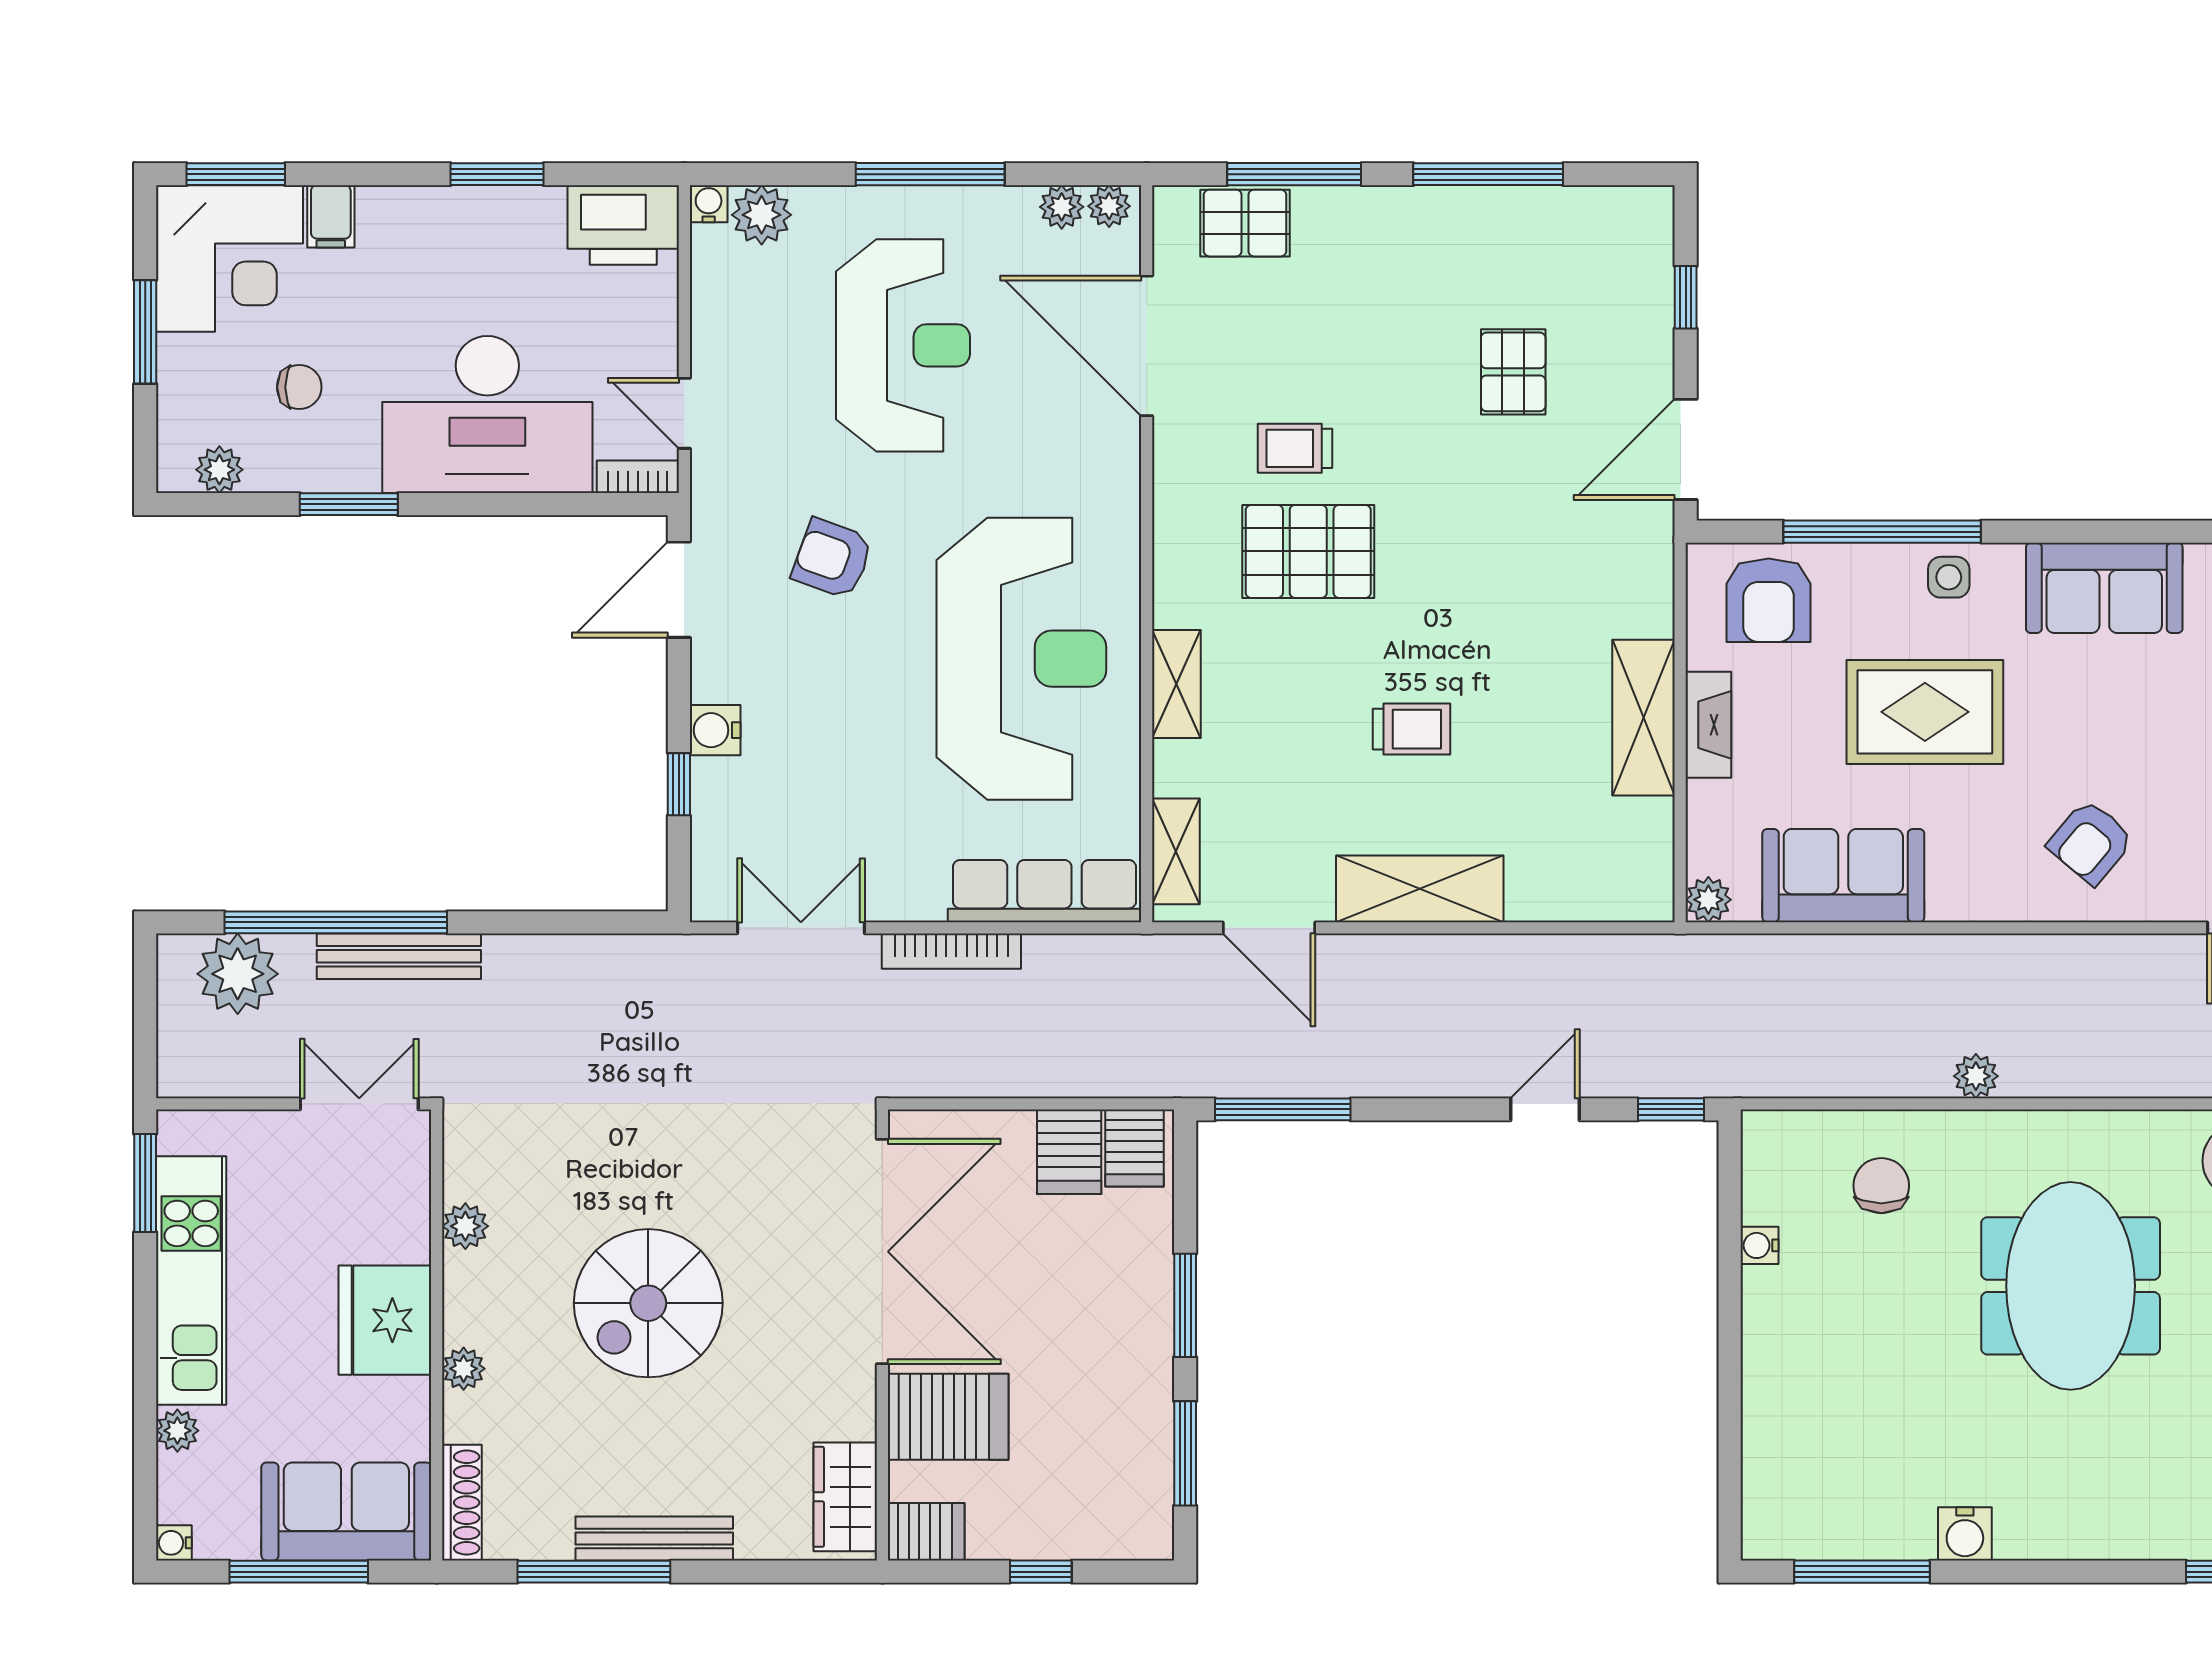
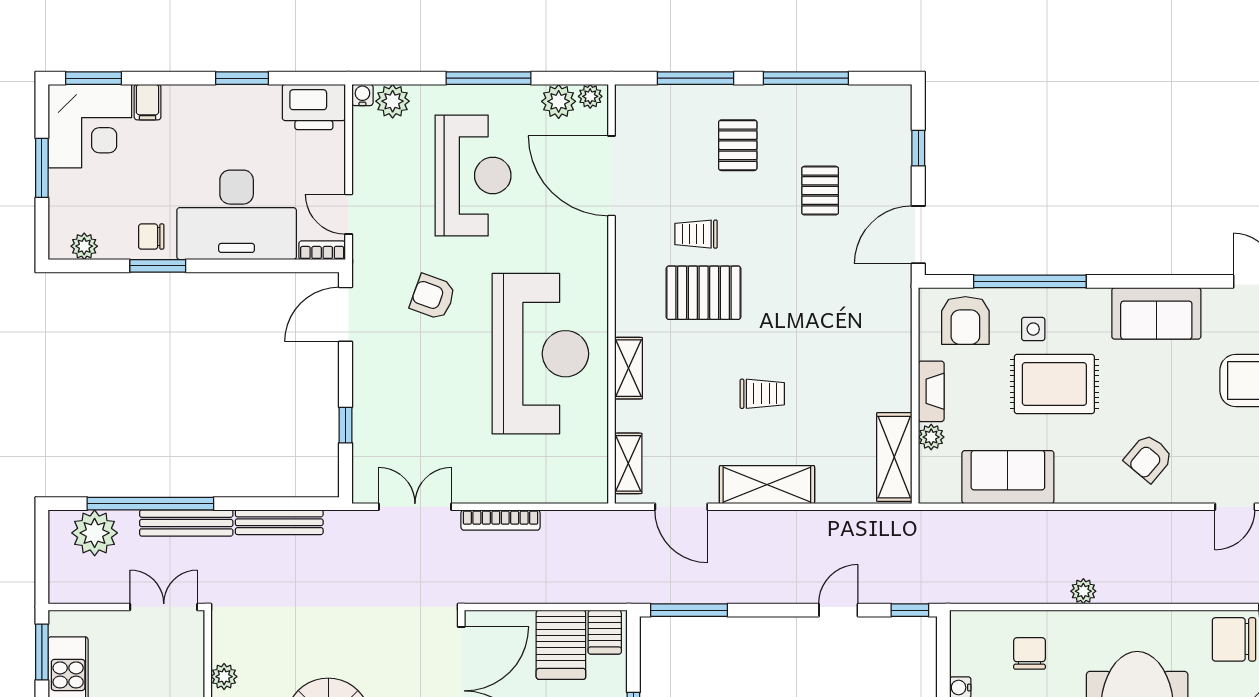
plant: (1062, 207) -> (559, 101), width x1.38, depth x1.38
pallet: (1245, 223) -> (738, 145), moved, turned 90
chair: (299, 387) -> (151, 237), moved, turned 180
side table: (1949, 577) -> (1033, 329), moved
shelving: (1644, 718) -> (894, 457), moved
water cooler: (715, 730) -> (366, 394), removed
row of seats: (1044, 891) -> (553, 486), removed
plant: (1708, 900) -> (931, 437), moved
bench: (562, 955) -> (279, 522), added
server rack: (1069, 1152) -> (561, 645), width x1.36, depth x1.44

